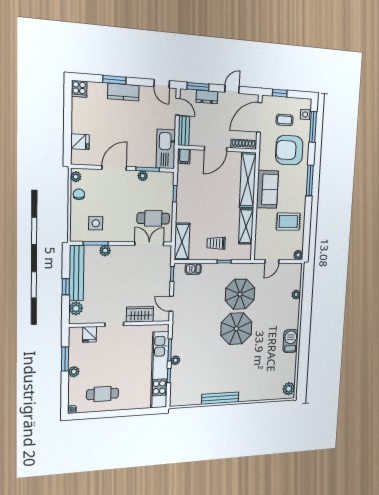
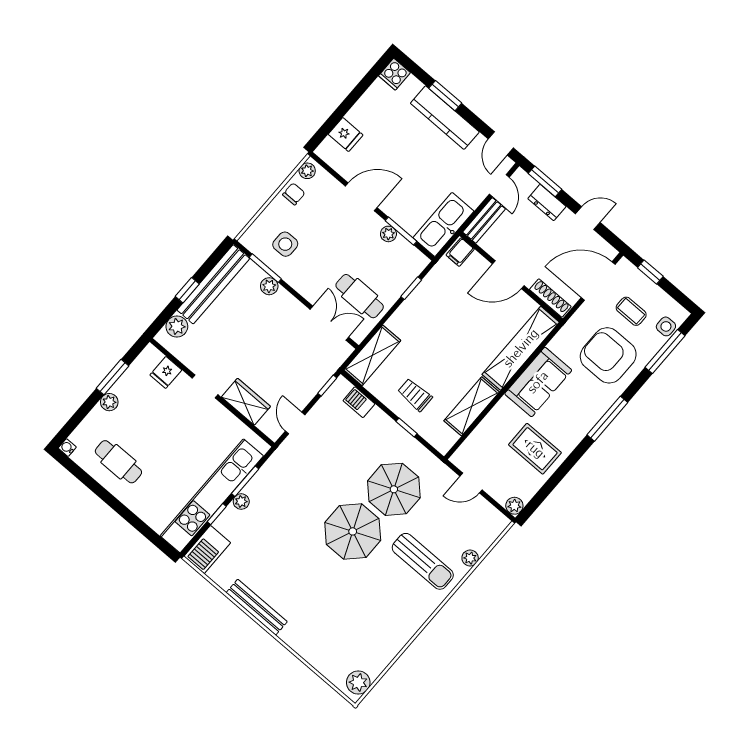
kitchen counter: (123, 92) -> (445, 118), width x1.50
sun lounger: (277, 314) -> (423, 561), added
barbecue: (291, 341) -> (207, 550), moved, turned 180

